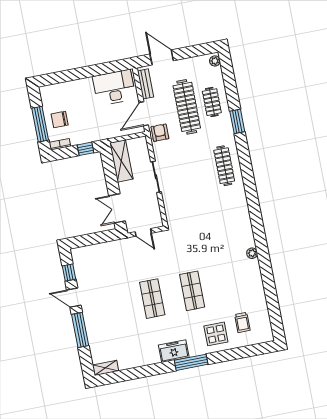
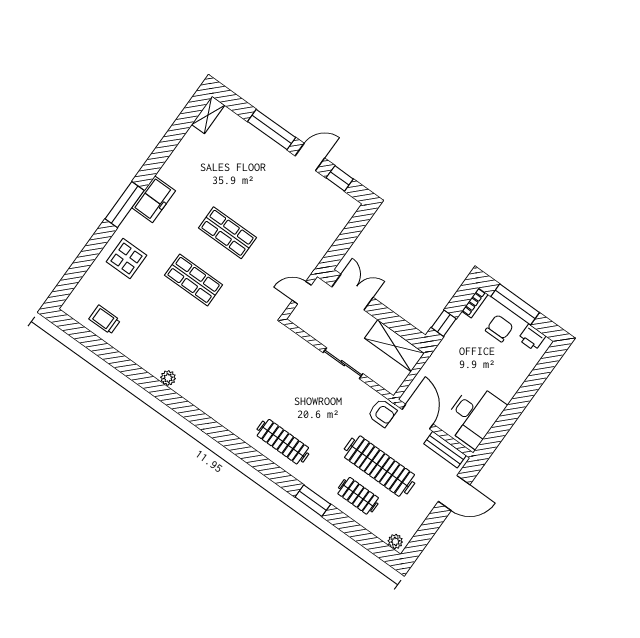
printer: (48, 99) -> (532, 338), added
trolley: (242, 322) -> (105, 320), moved

